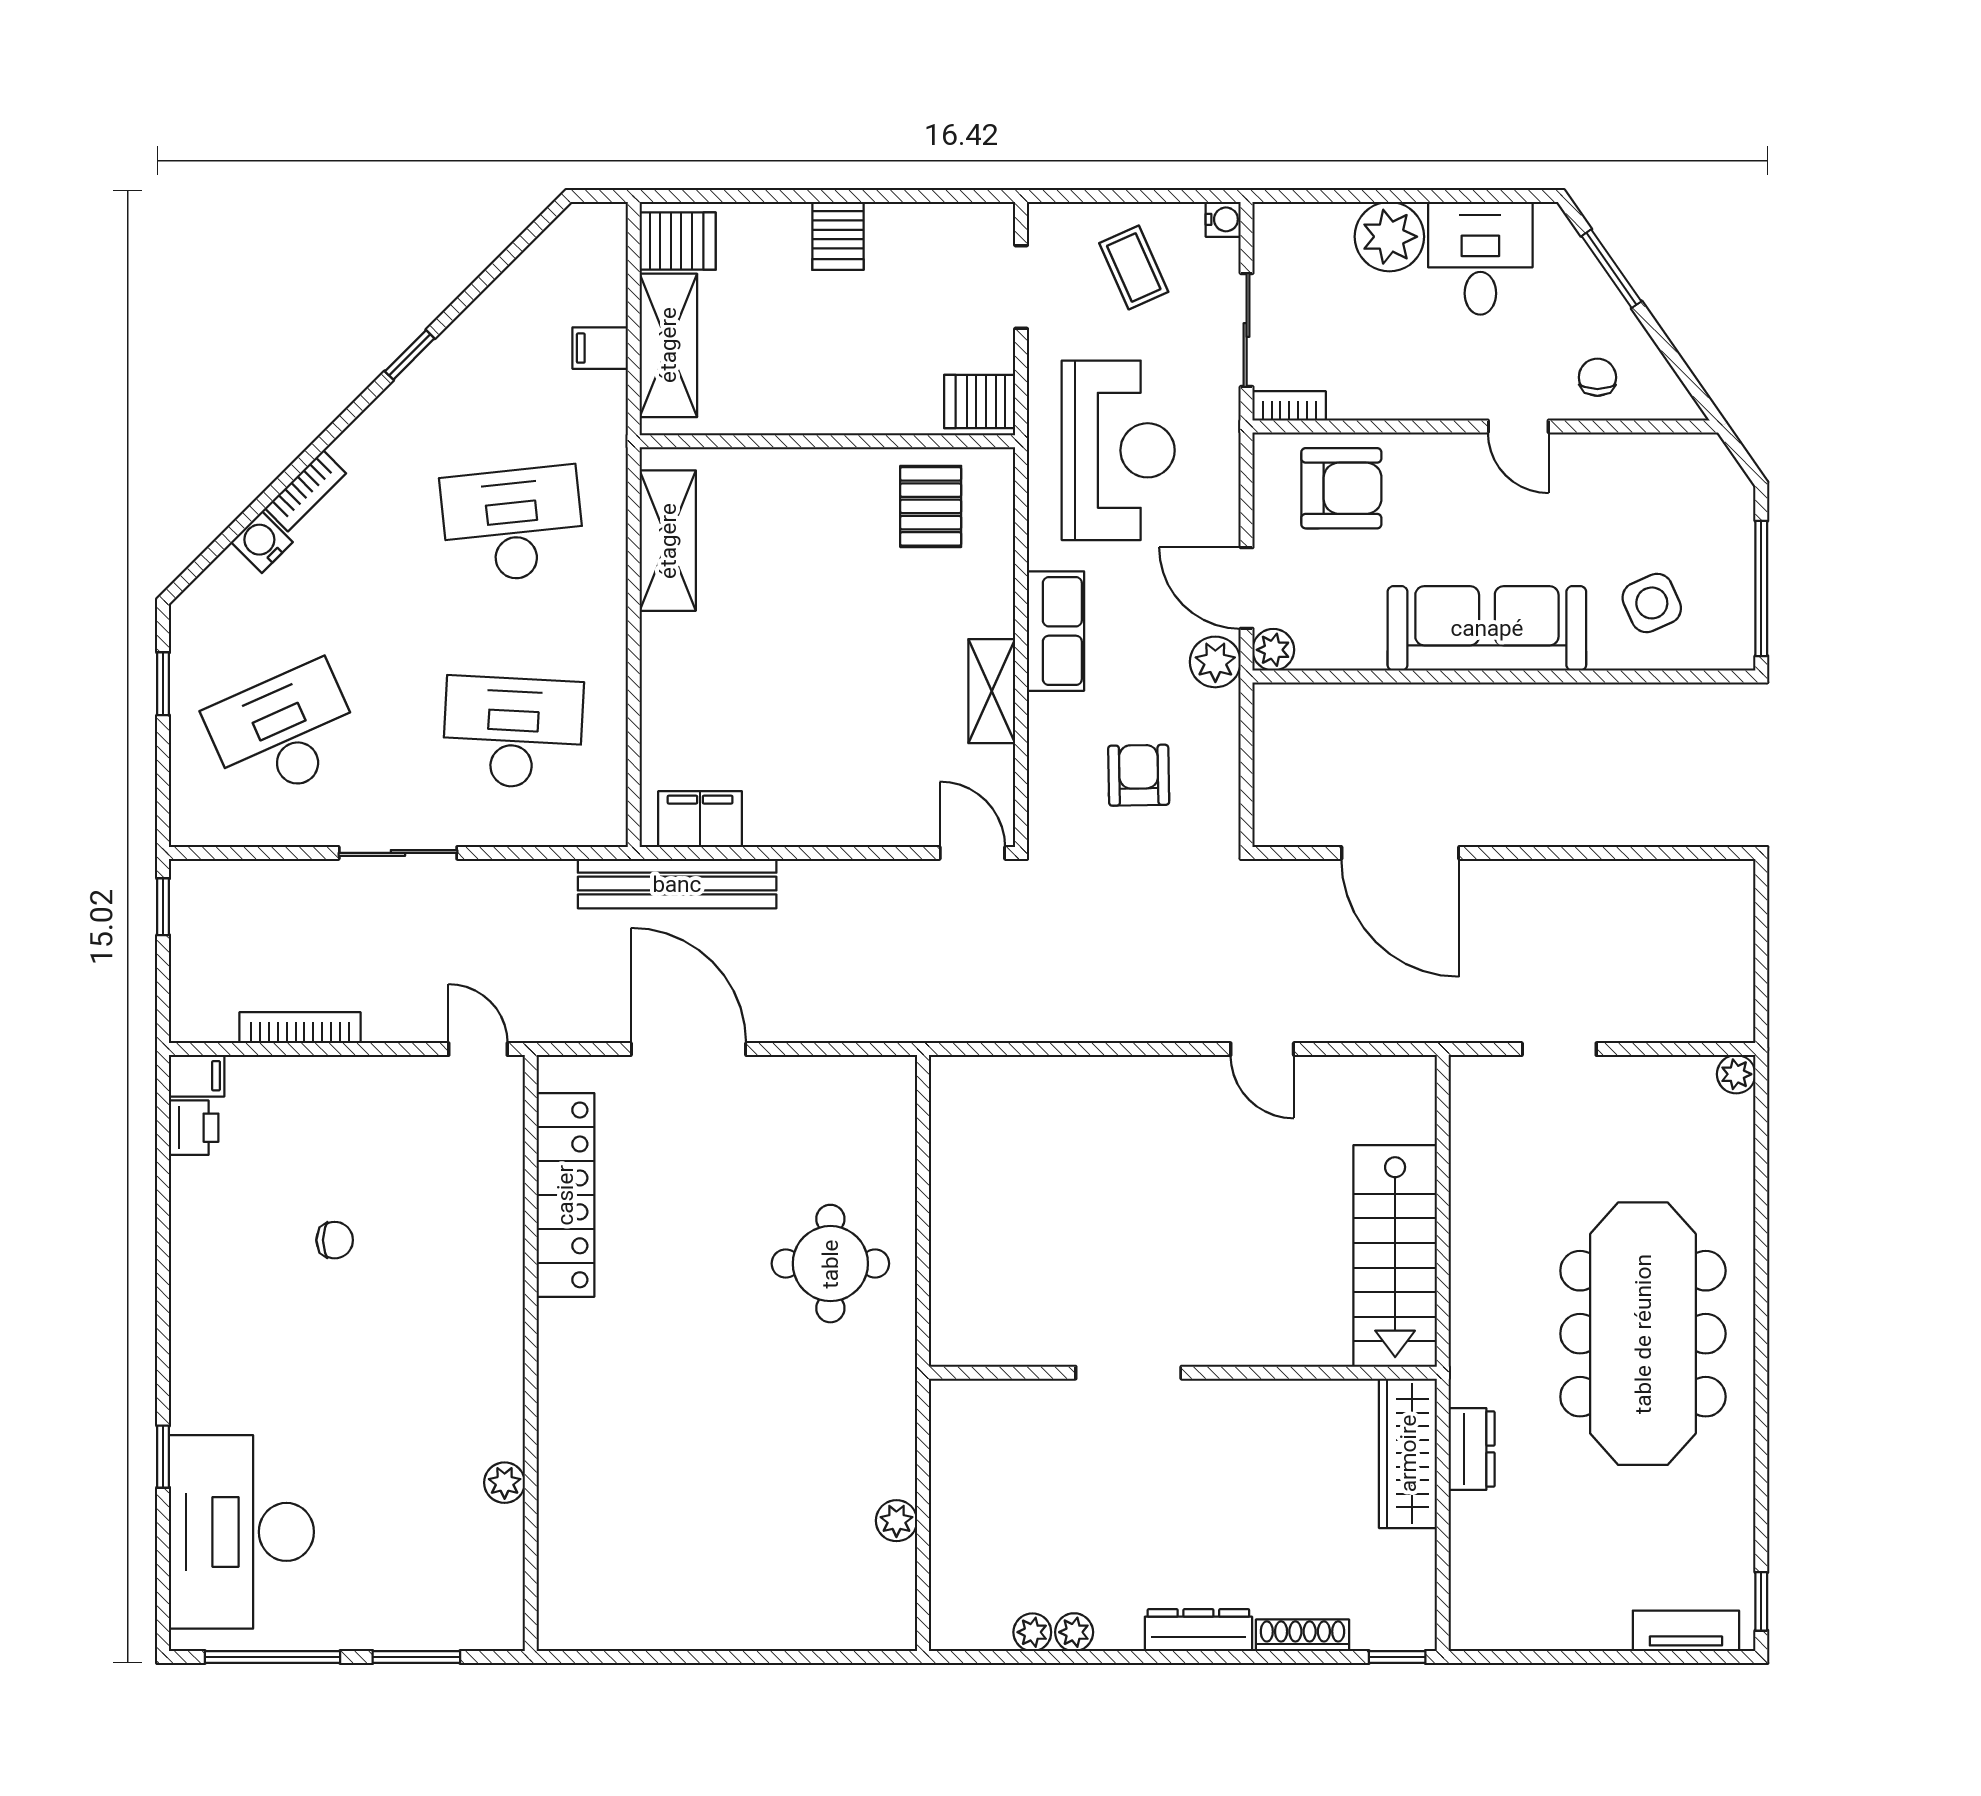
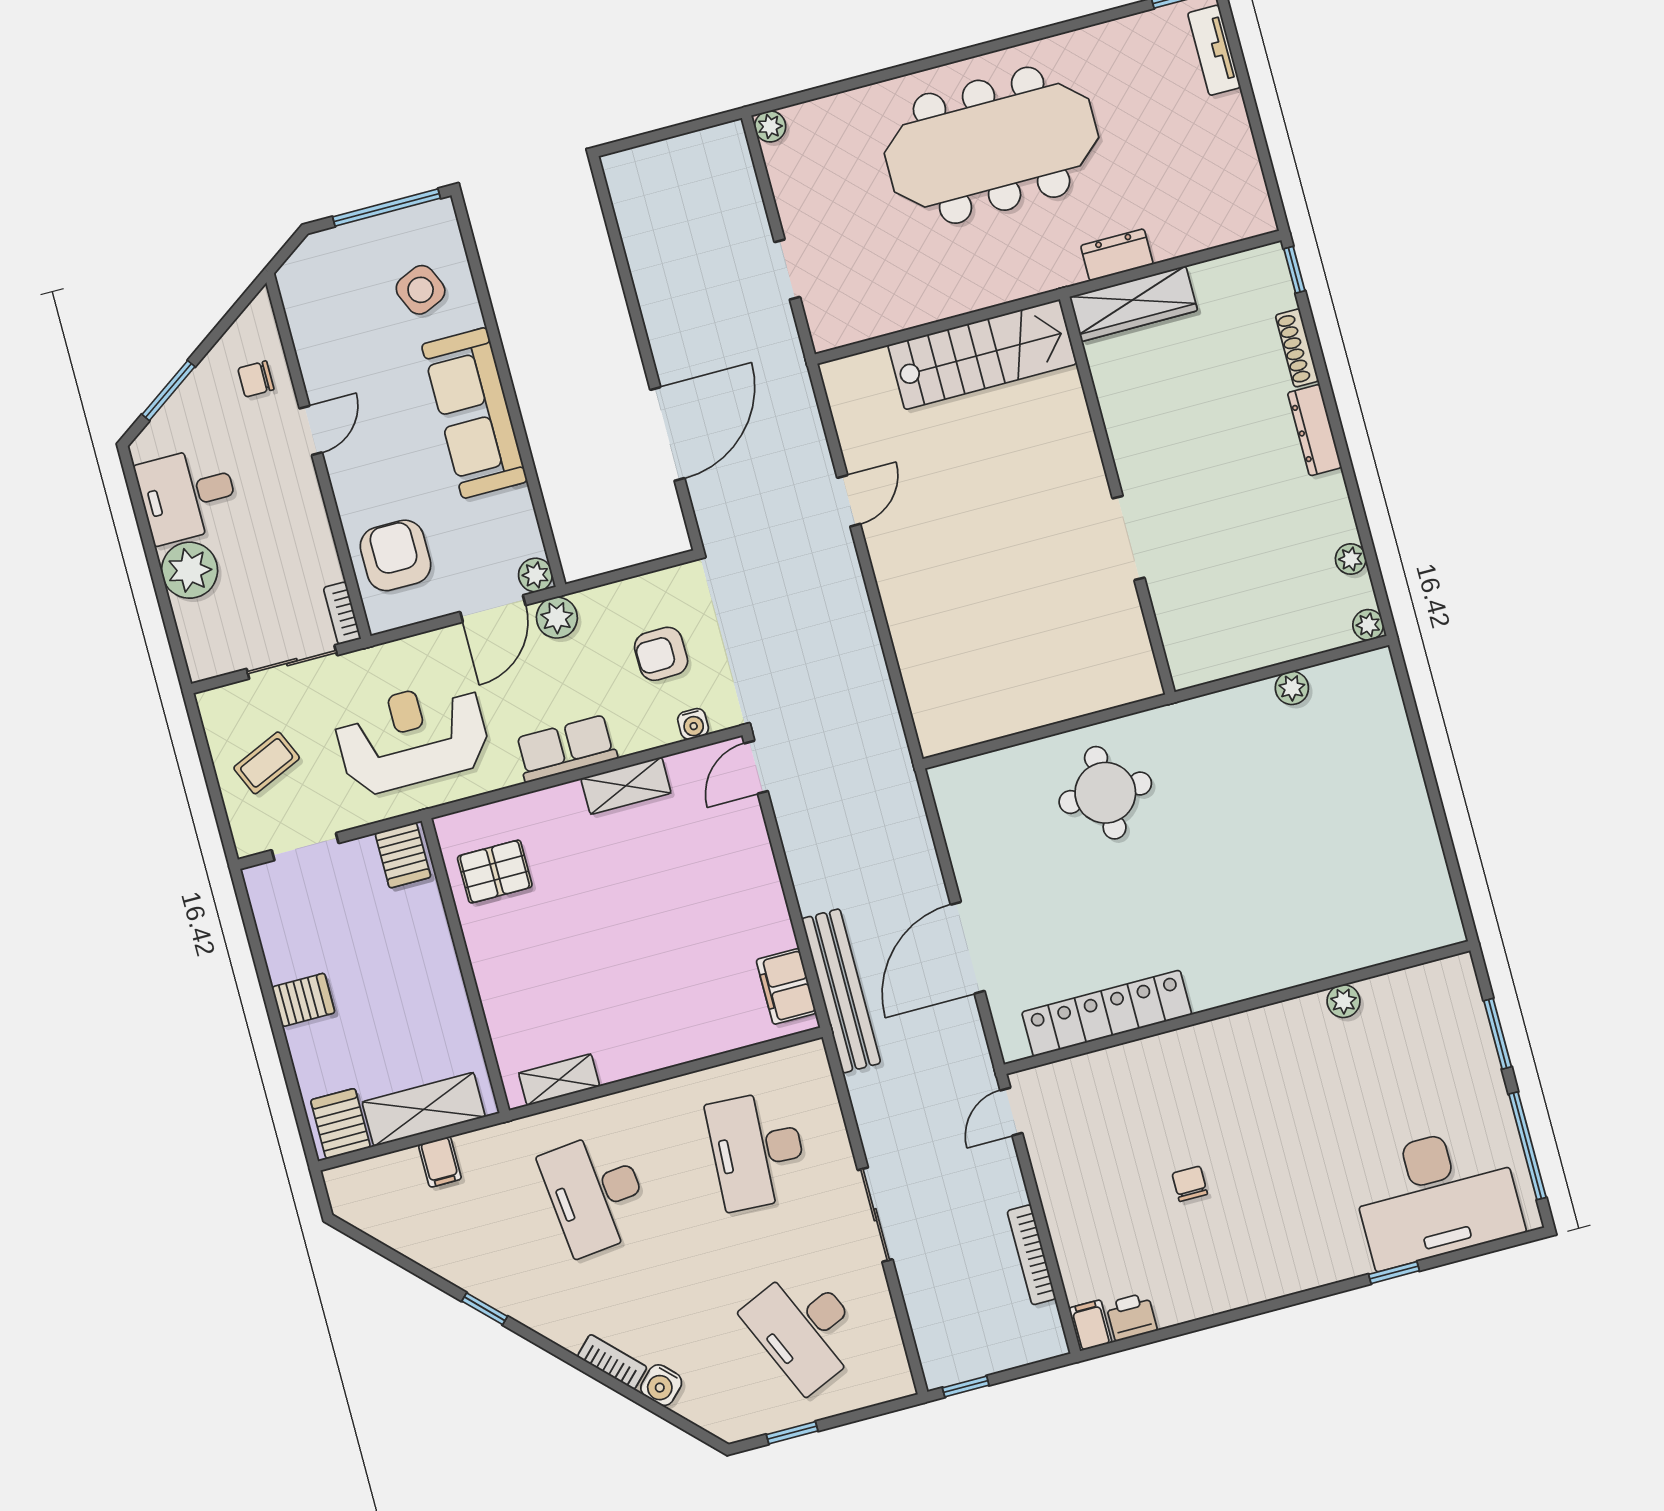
water cooler: (1223, 219) -> (693, 724), moved, turned 180
shelving: (668, 541) -> (559, 1080), width x0.67, depth x0.75
plant: (1074, 1632) -> (1368, 625), moved

